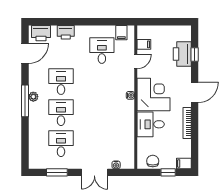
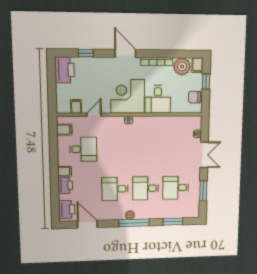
filing cabinet: (80, 32) -> (65, 171), added
desk: (102, 51) -> (83, 149), turned 180
printer: (182, 54) -> (65, 70), moved, turned -90
door: (136, 62) -> (94, 115), hinge flipped
window: (25, 141) -> (173, 222), added
plant: (183, 148) -> (182, 67), added

